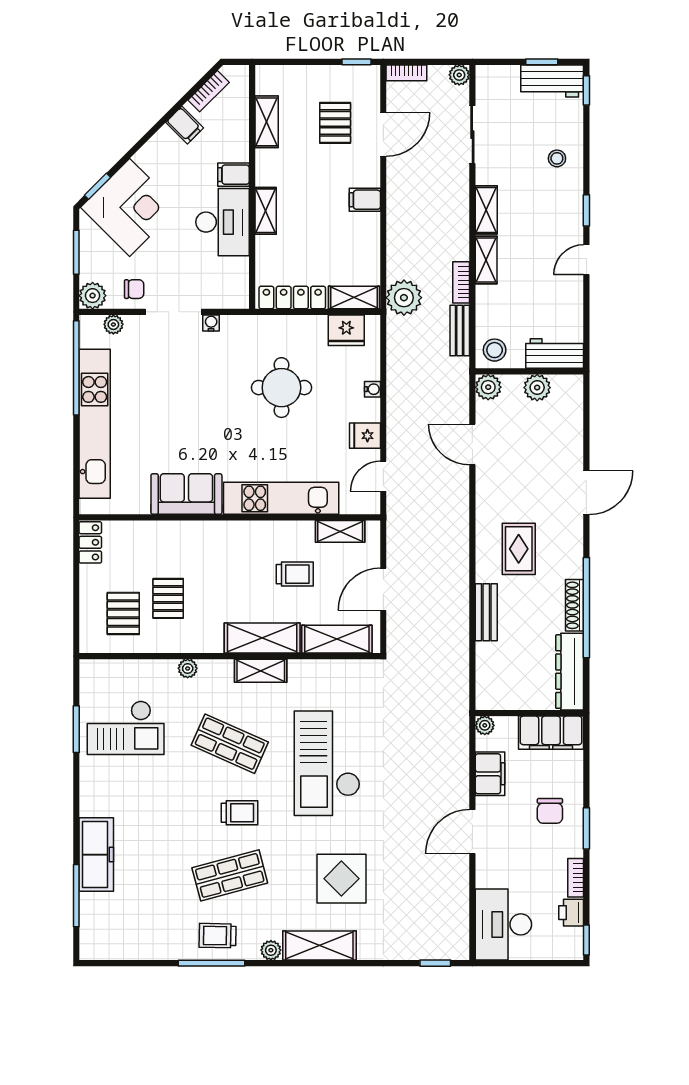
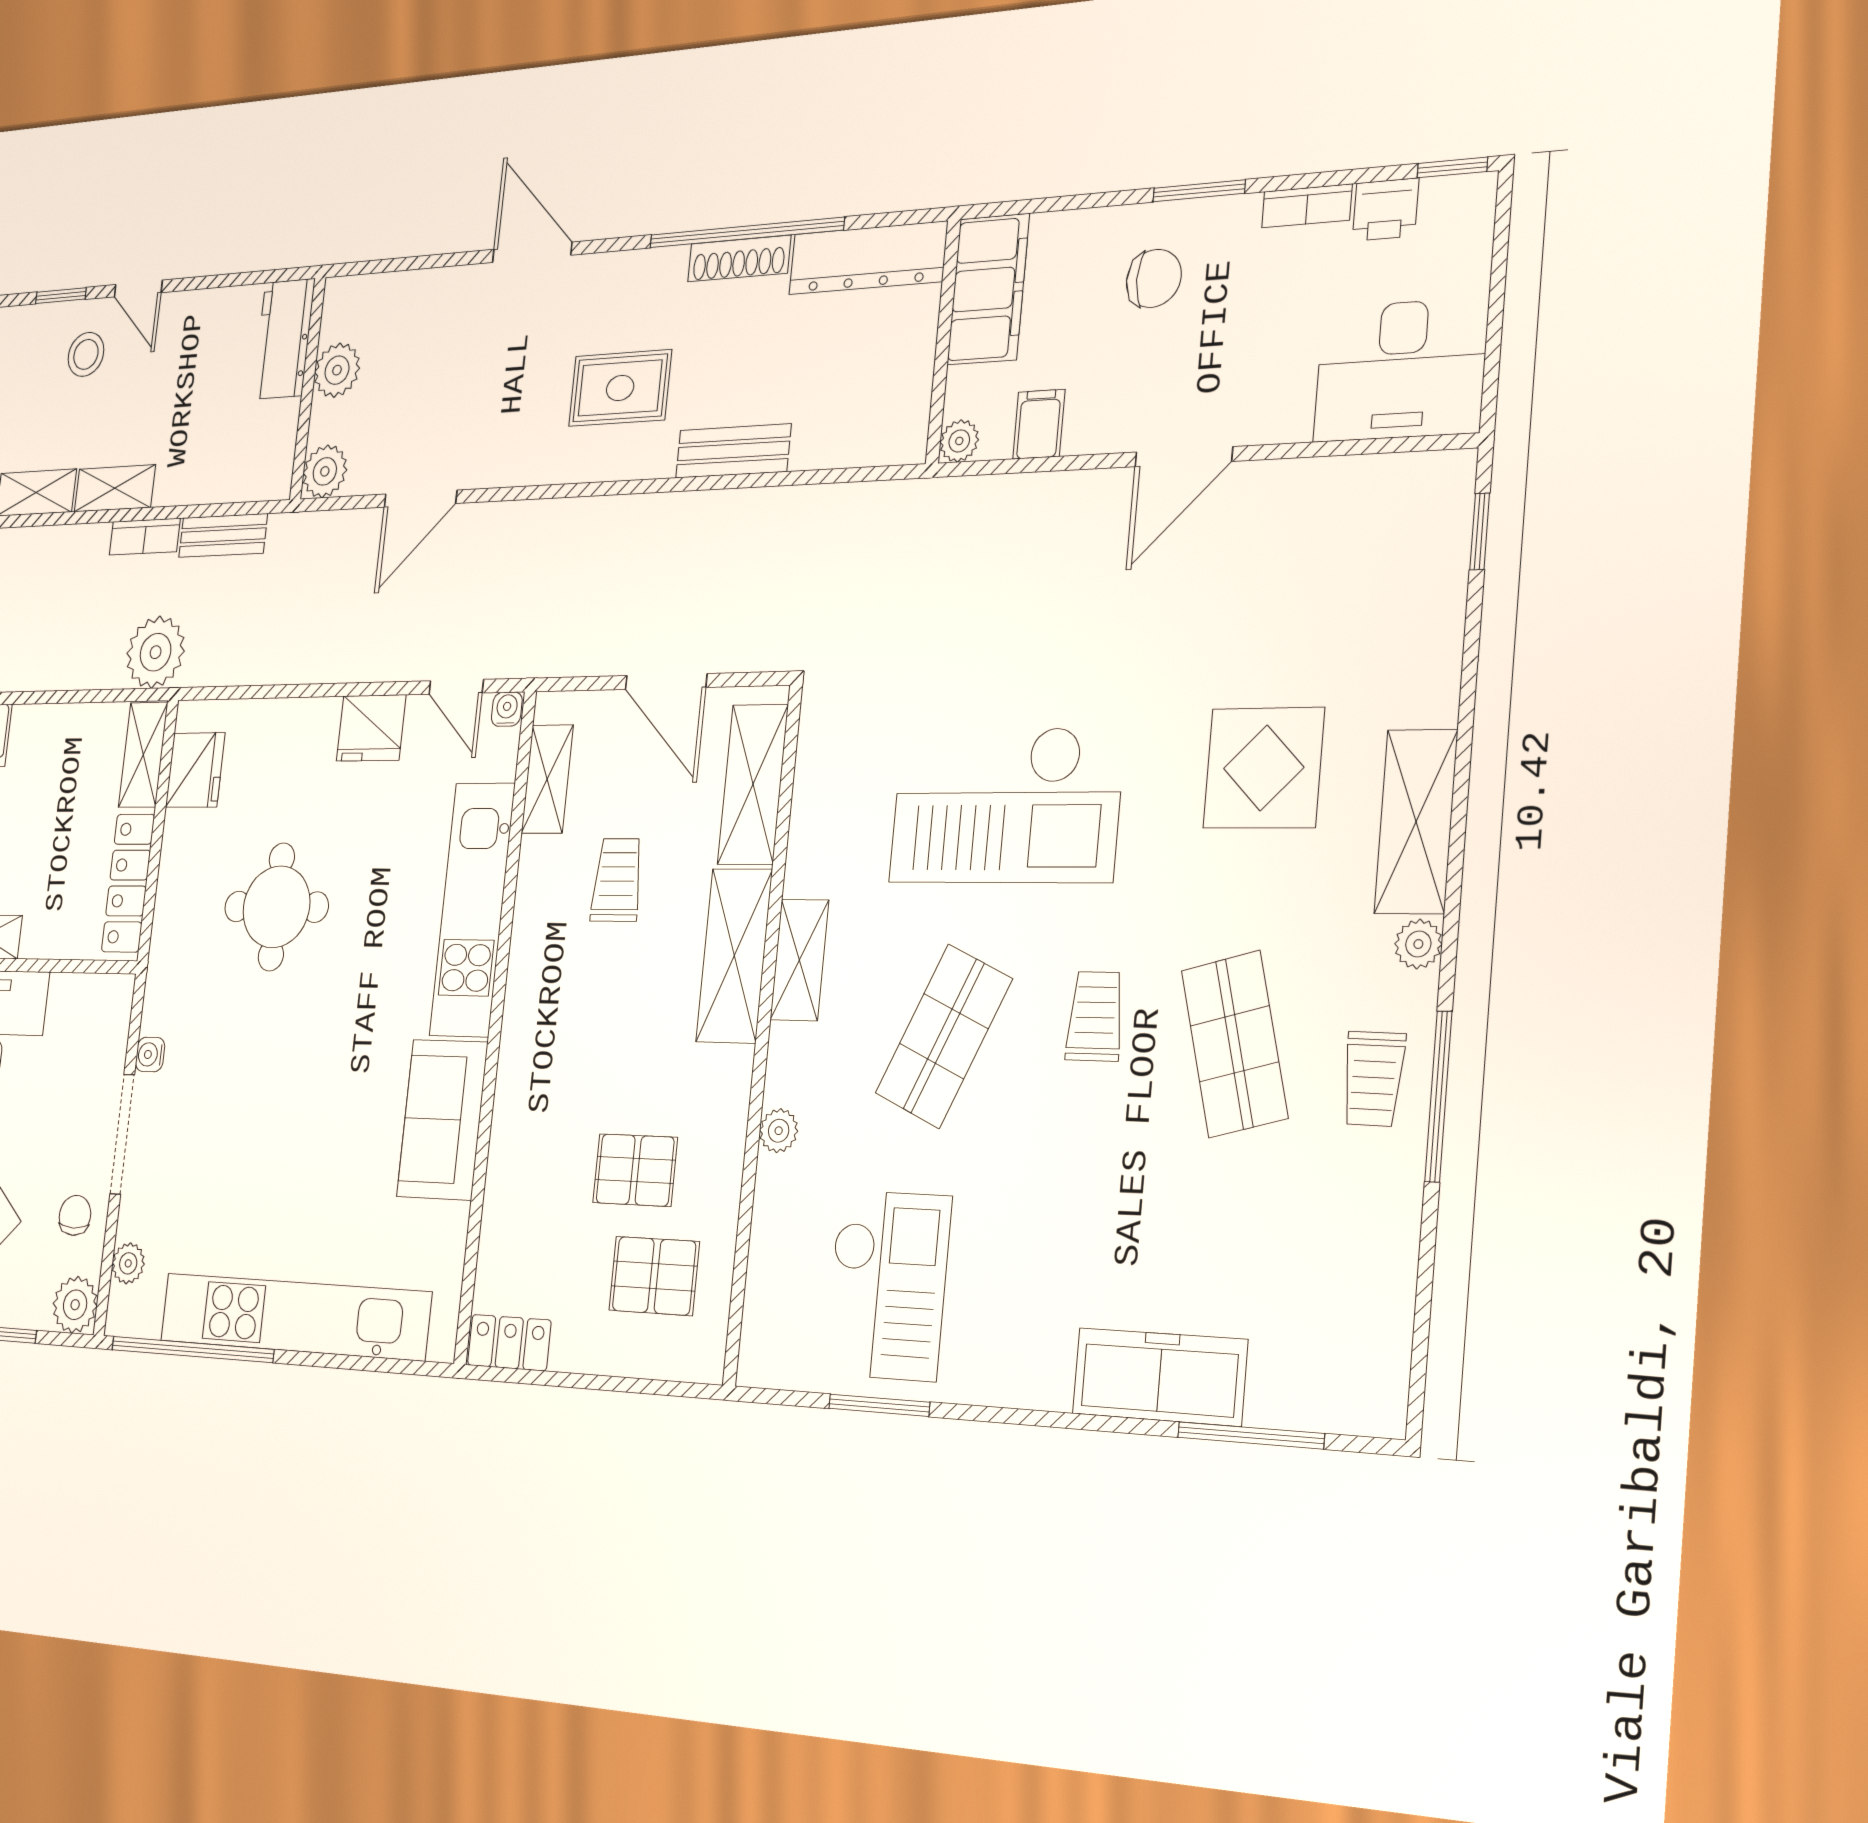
stool: (495, 350) -> (86, 354), moved
water cooler: (372, 389) -> (507, 709), moved
fridge: (365, 436) -> (371, 728), width x1.38
filing cabinet: (490, 774) -> (1039, 424), width x0.50
door: (472, 832) -> (1184, 457), hinge flipped

